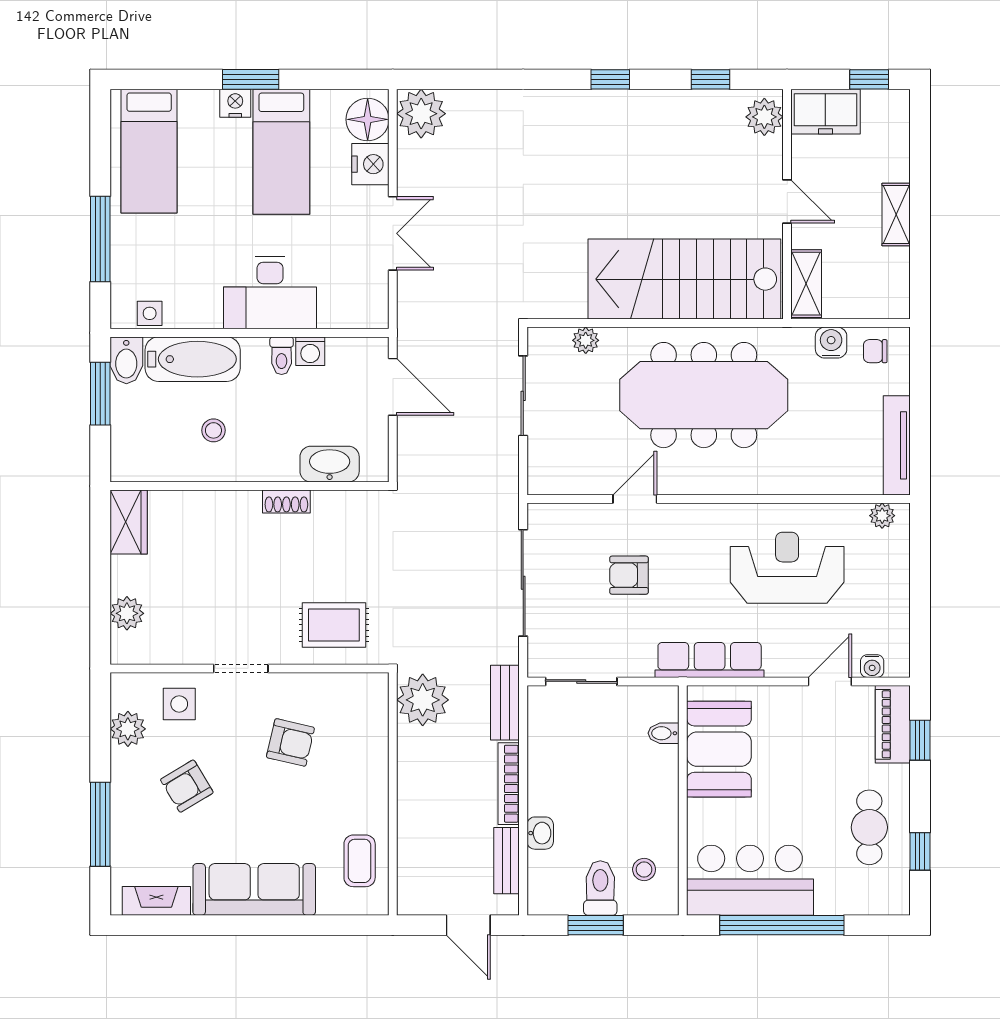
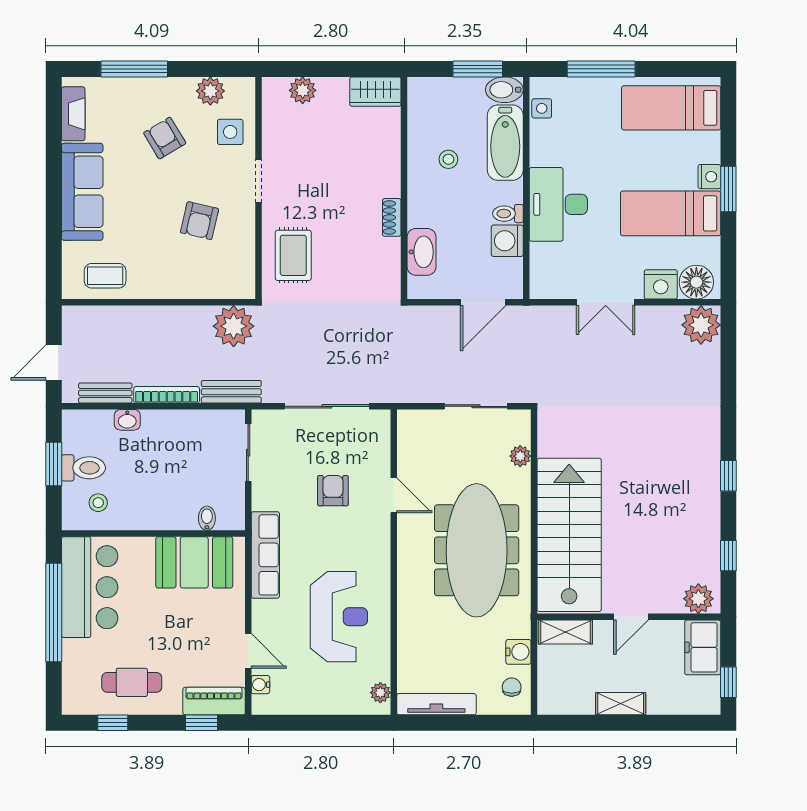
washing machine: (310, 351) -> (507, 241), width x1.38, depth x1.38

